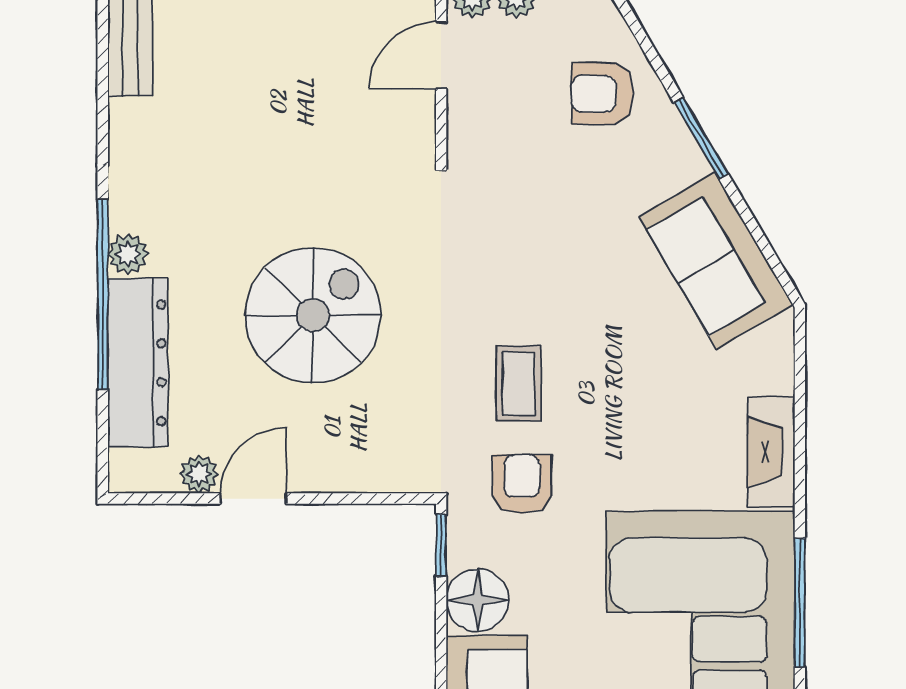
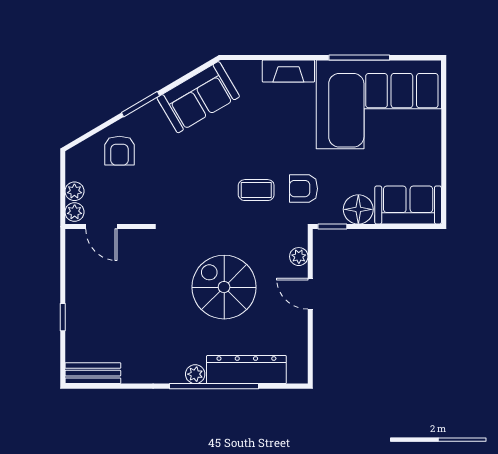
plant: (199, 474) -> (299, 257), moved
door: (253, 499) -> (310, 294), moved

